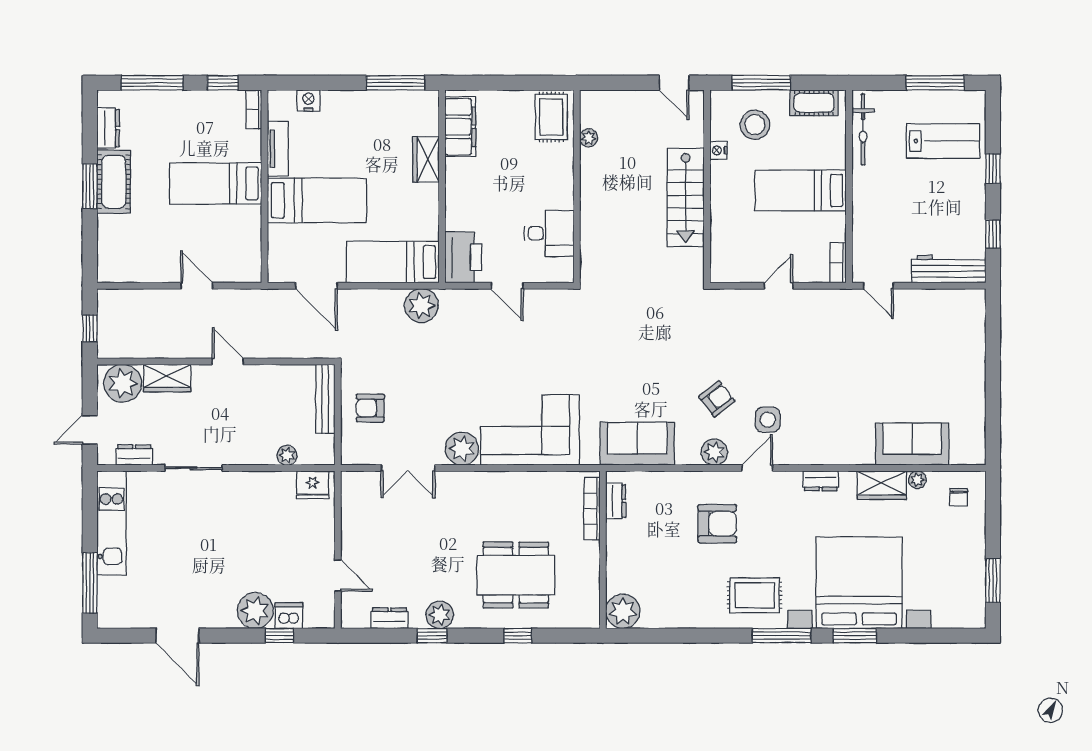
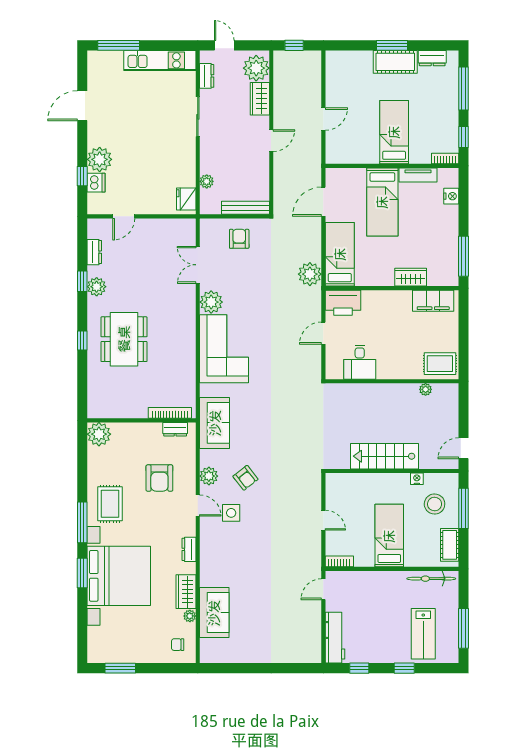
dresser: (616, 501) -> (175, 429), moved
bookcase: (592, 509) -> (170, 413), moved
wall: (603, 550) -> (141, 420), moved
plant: (623, 611) -> (99, 434), moved

